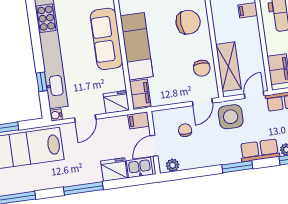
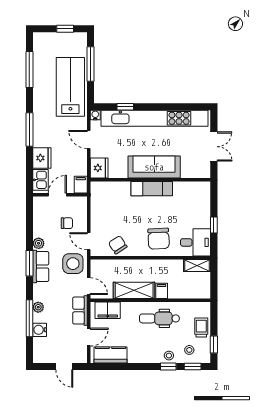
exam couch: (137, 46) -> (152, 189), width x0.73, depth x0.69
shelving: (228, 67) -> (134, 290), moved
chair: (202, 68) -> (118, 245), turned 57
filing cabinet: (140, 94) -> (103, 189), removed
door: (154, 146) -> (57, 195), hinge flipped
row of seats: (260, 150) -> (41, 266), moved
plant: (173, 165) -> (39, 243), moved

